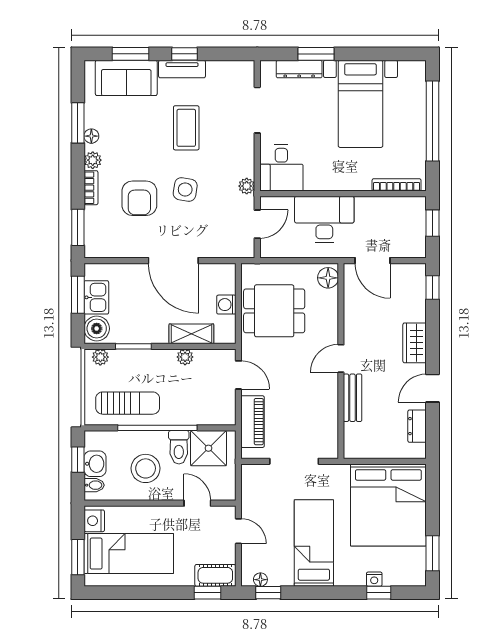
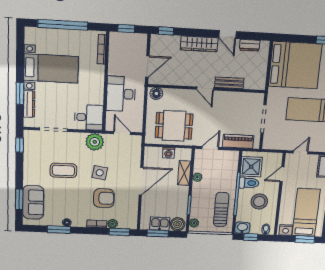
window: (185, 54) -> (20, 145), moved
tv unit: (182, 69) -> (28, 171), removed
plant: (93, 160) -> (113, 224), moved
plant: (247, 186) -> (95, 142), width x1.88, depth x1.88
dining table: (274, 311) -> (174, 126), turned 90
wardrobe: (415, 343) -> (199, 44), width x1.50
washbasin: (95, 464) -> (242, 228), moved

